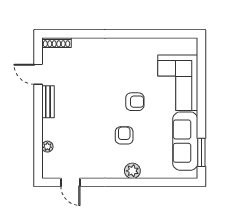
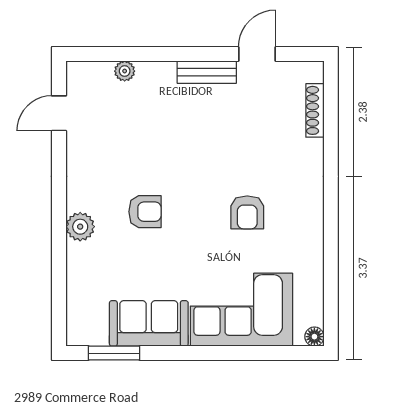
shoe rack: (56, 43) -> (315, 110), moved
floor lamp: (192, 43) -> (314, 337), added
armchair: (135, 102) -> (247, 212), moved
sofa: (185, 141) -> (149, 323), width x0.73

